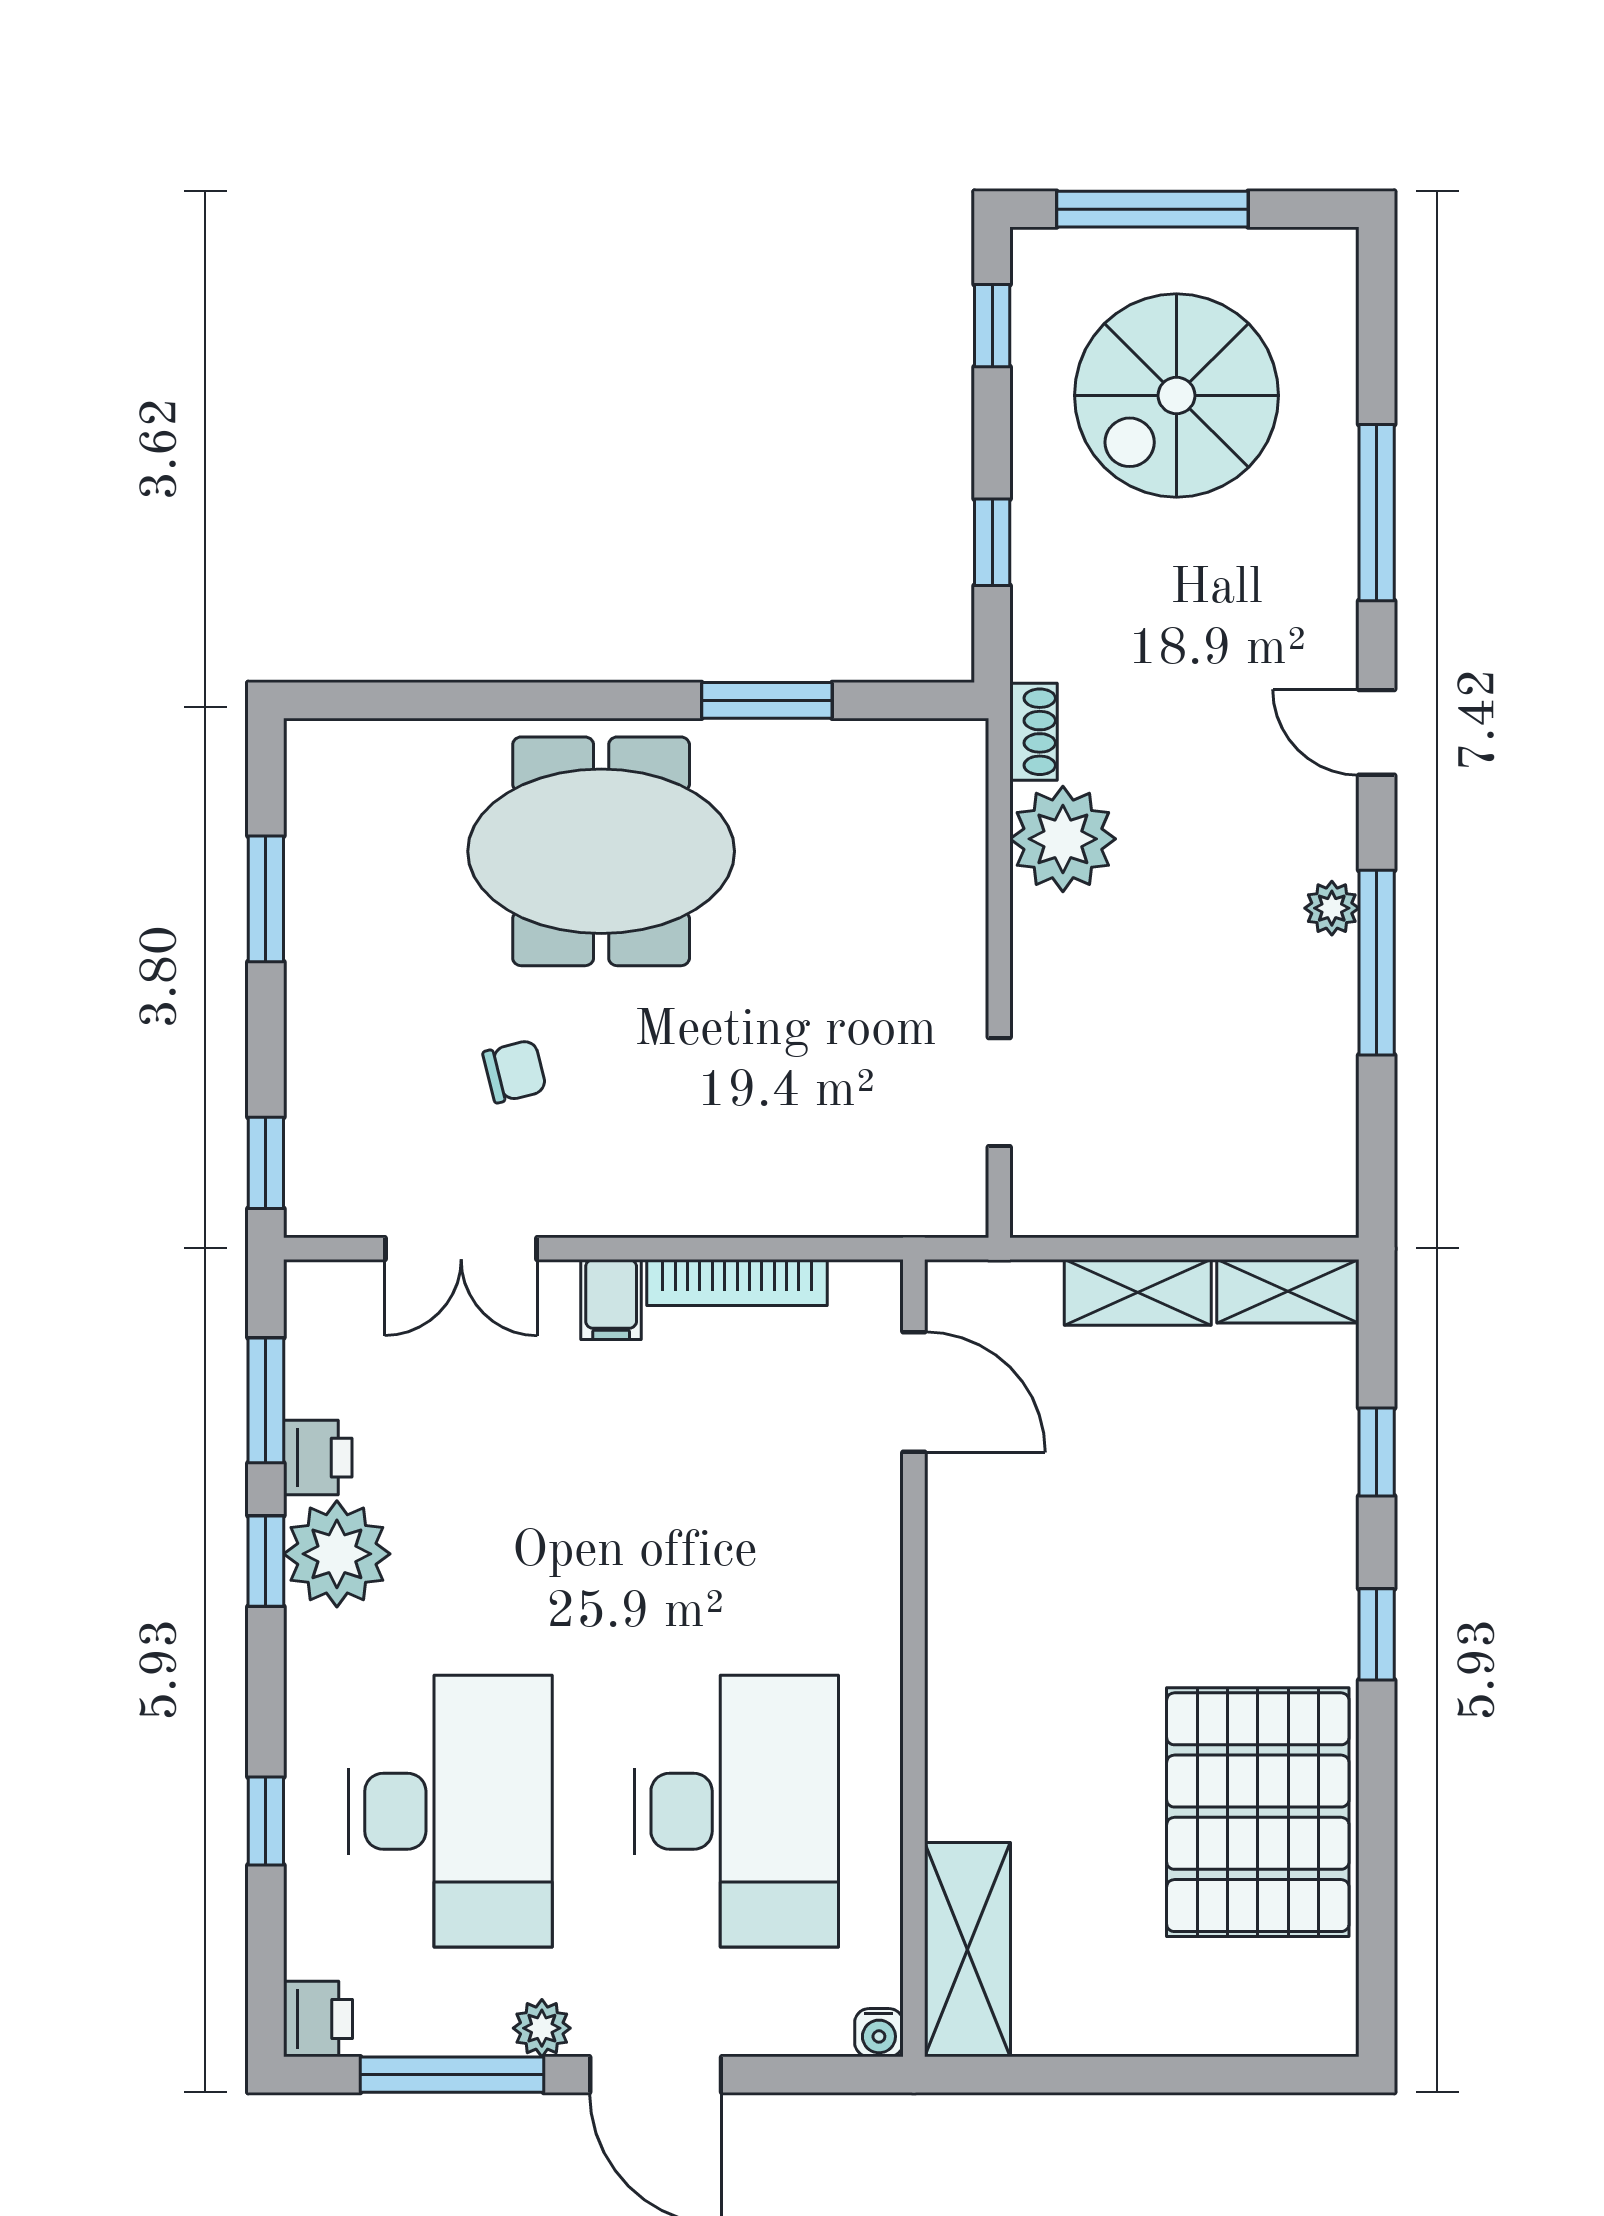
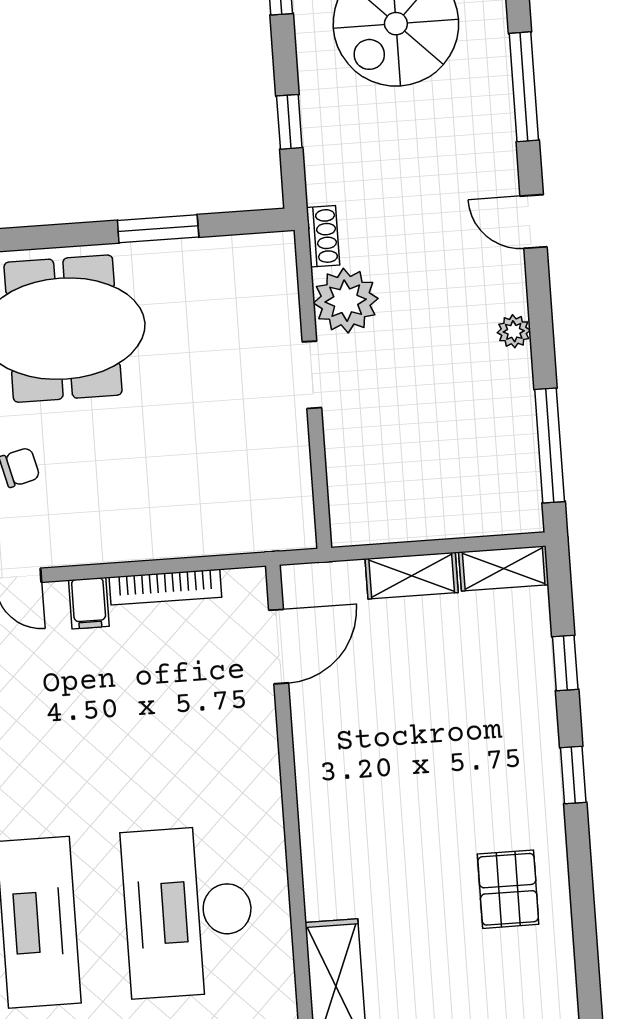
window: (1377, 963) -> (550, 445), moved
doorway: (999, 1092) -> (312, 375), moved
door: (914, 1392) -> (279, 647), hinge flipped
desk: (737, 1811) -> (188, 912), turned 180
pallet: (1258, 1812) -> (508, 889), width x0.49, depth x0.50

